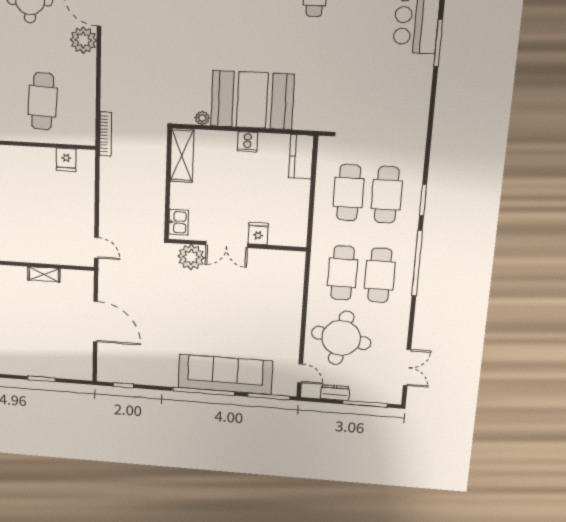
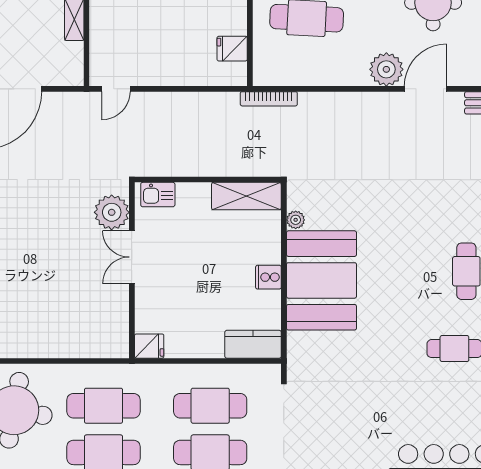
fridge: (258, 234) -> (149, 346), moved

